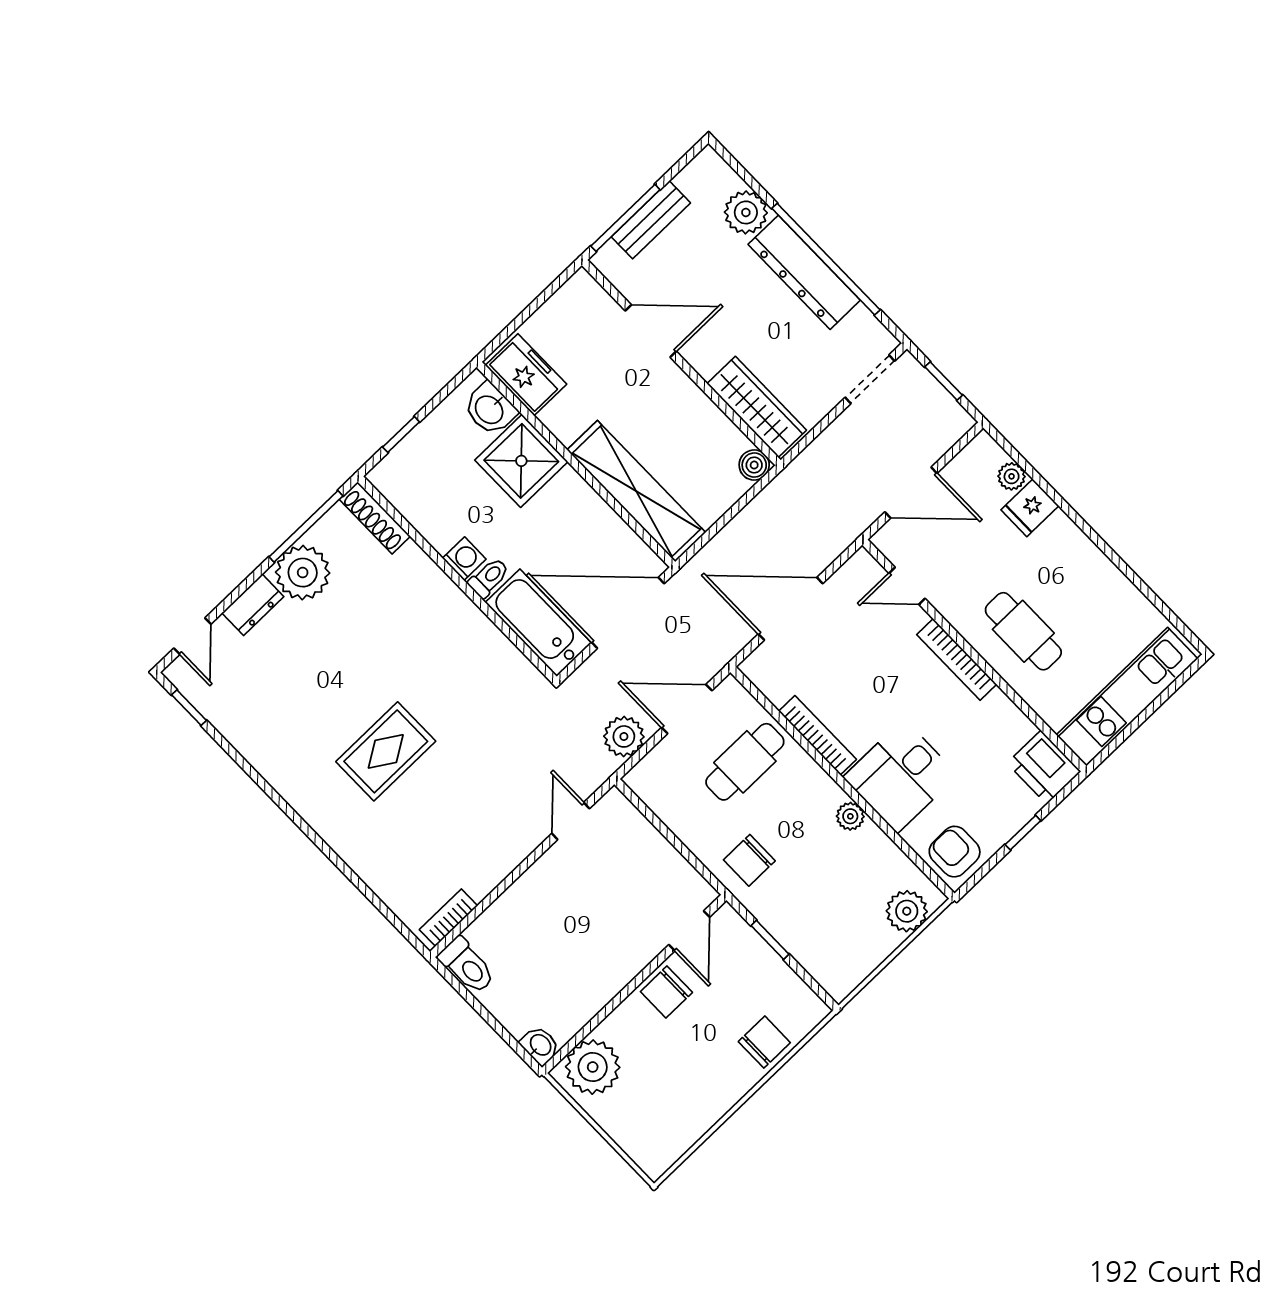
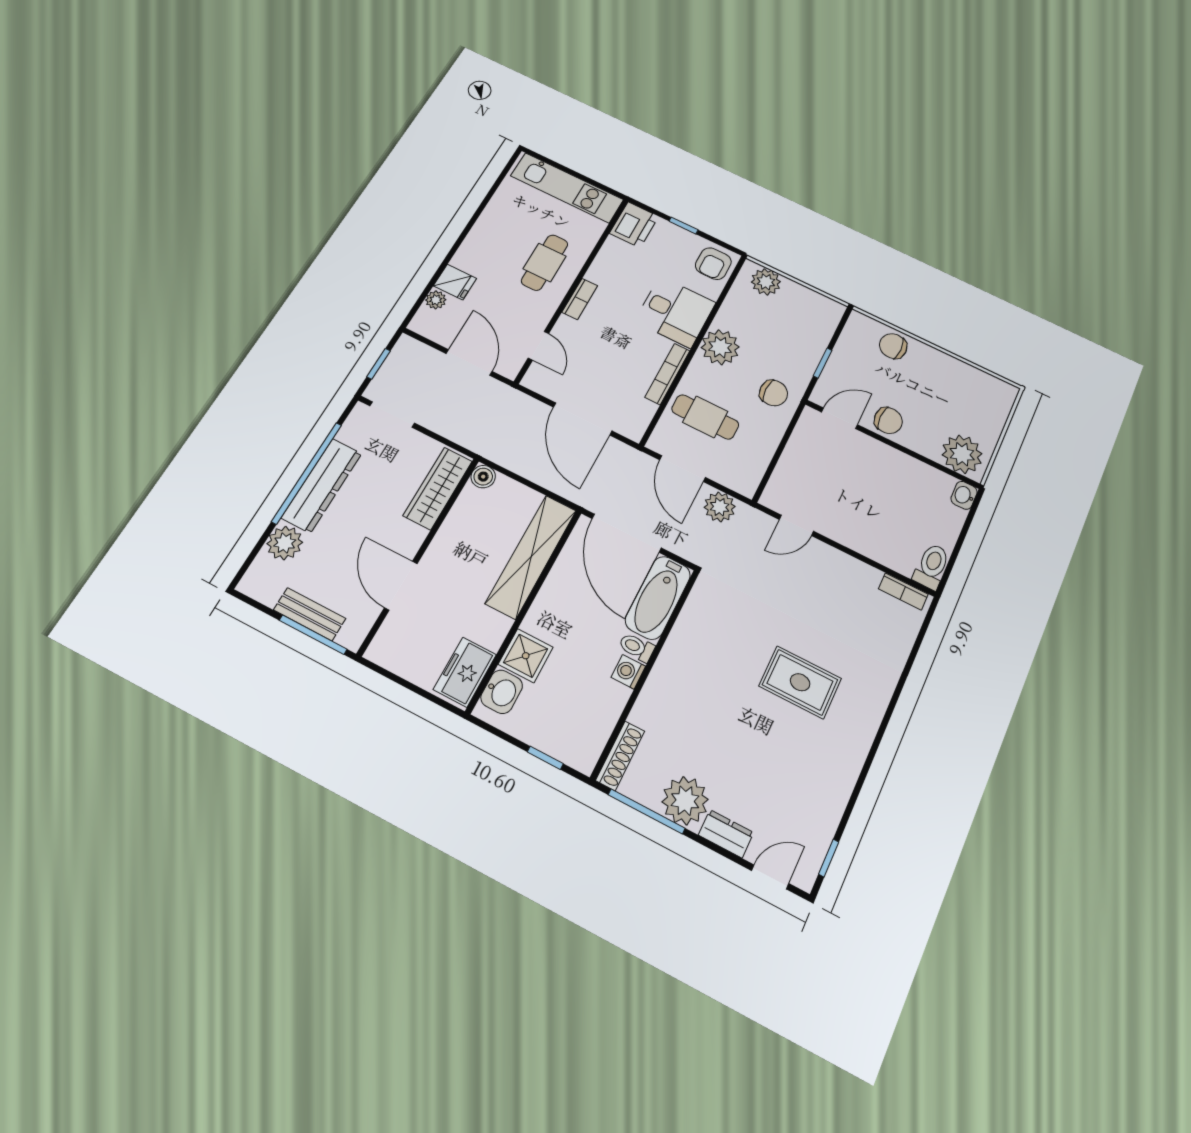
shower: (521, 461) -> (526, 656), width x0.73, depth x0.73
bookcase: (957, 659) -> (580, 299), width x0.64
plant: (850, 816) -> (720, 347), width x1.88, depth x1.88

